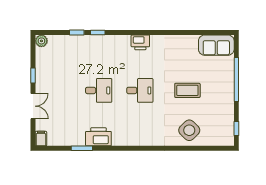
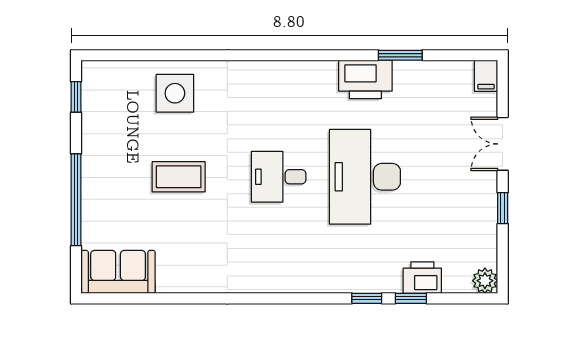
printer: (140, 42) -> (422, 278), moved
desk: (99, 90) -> (365, 177), width x1.87, depth x1.30
side table: (189, 130) -> (175, 93), turned 45

